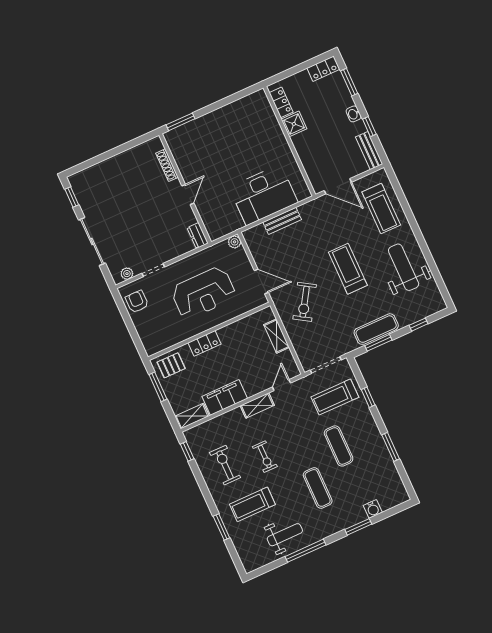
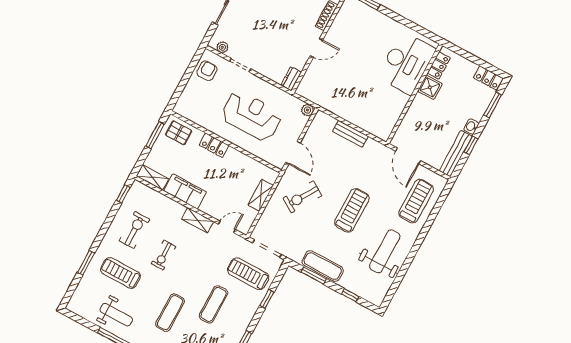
bench: (369, 151) -> (456, 154), width x1.36
desk: (264, 195) -> (406, 63), moved, turned -90
treadmill: (381, 209) -> (416, 201), turned 180
reception desk: (203, 293) -> (251, 116), turned 180

